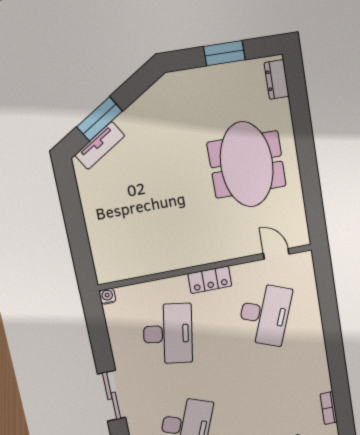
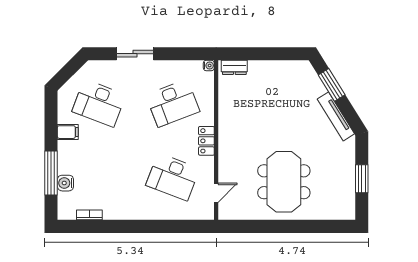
dresser: (277, 80) -> (234, 67), moved, turned 180
tv unit: (100, 146) -> (336, 116), moved, width x1.41
meeting table: (247, 164) -> (284, 182), turned 90
desk: (168, 334) -> (173, 103), turned -30

